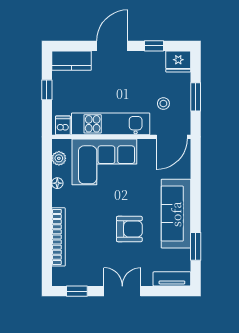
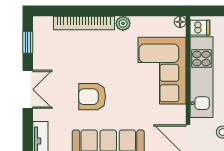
plant: (59, 158) -> (123, 23), moved
floor lamp: (57, 183) -> (180, 22), moved
armchair: (129, 229) -> (92, 97), turned 90

